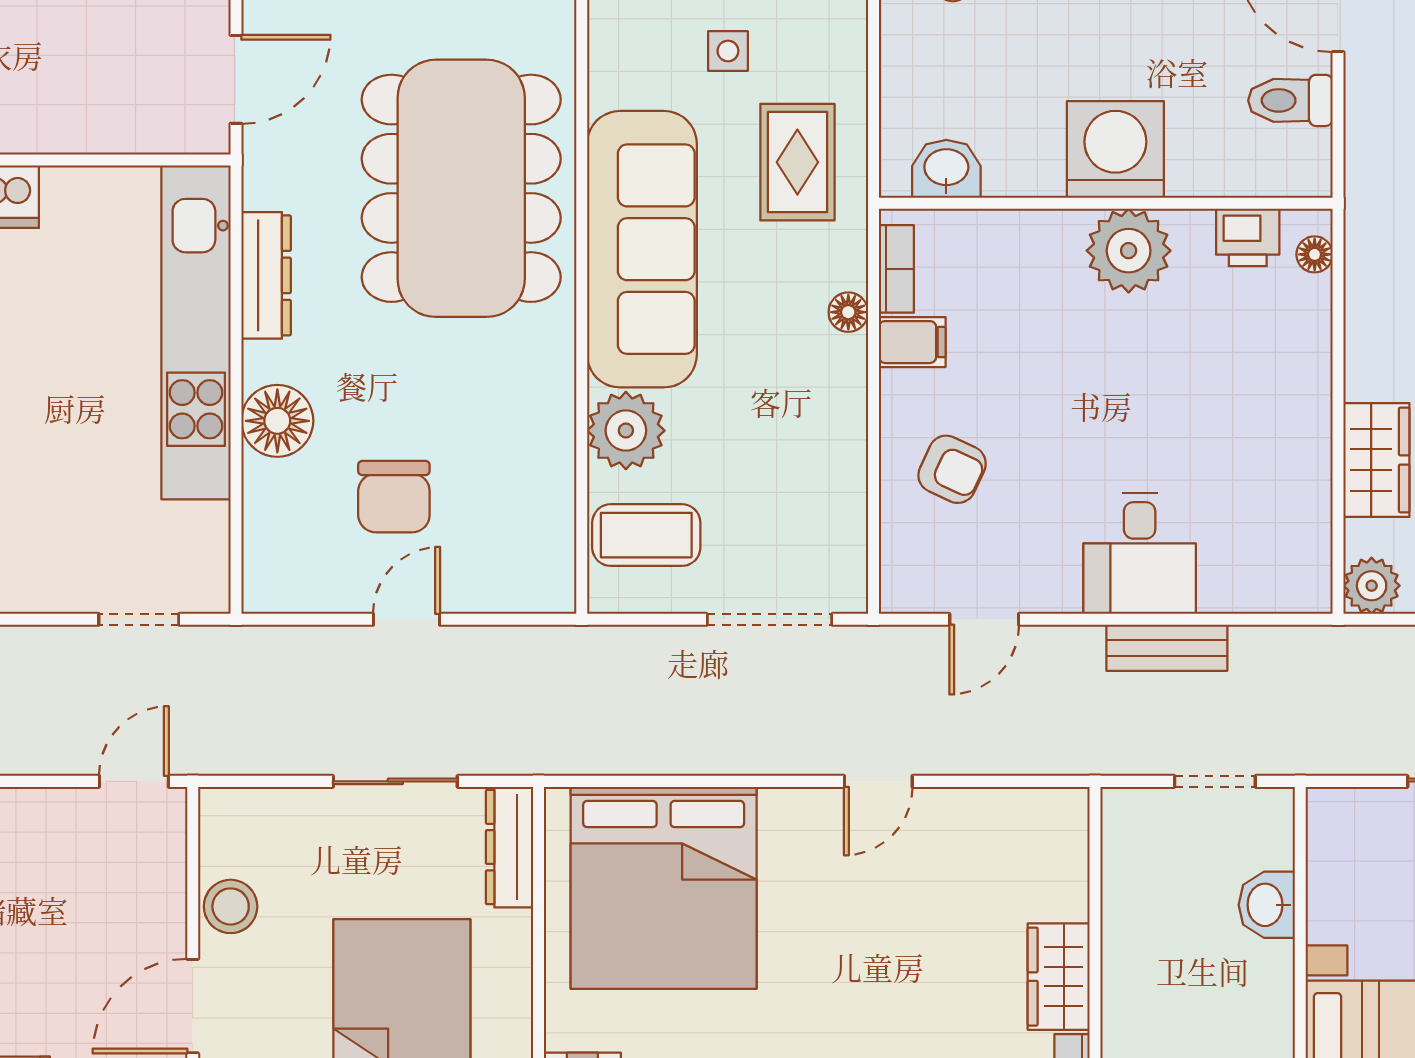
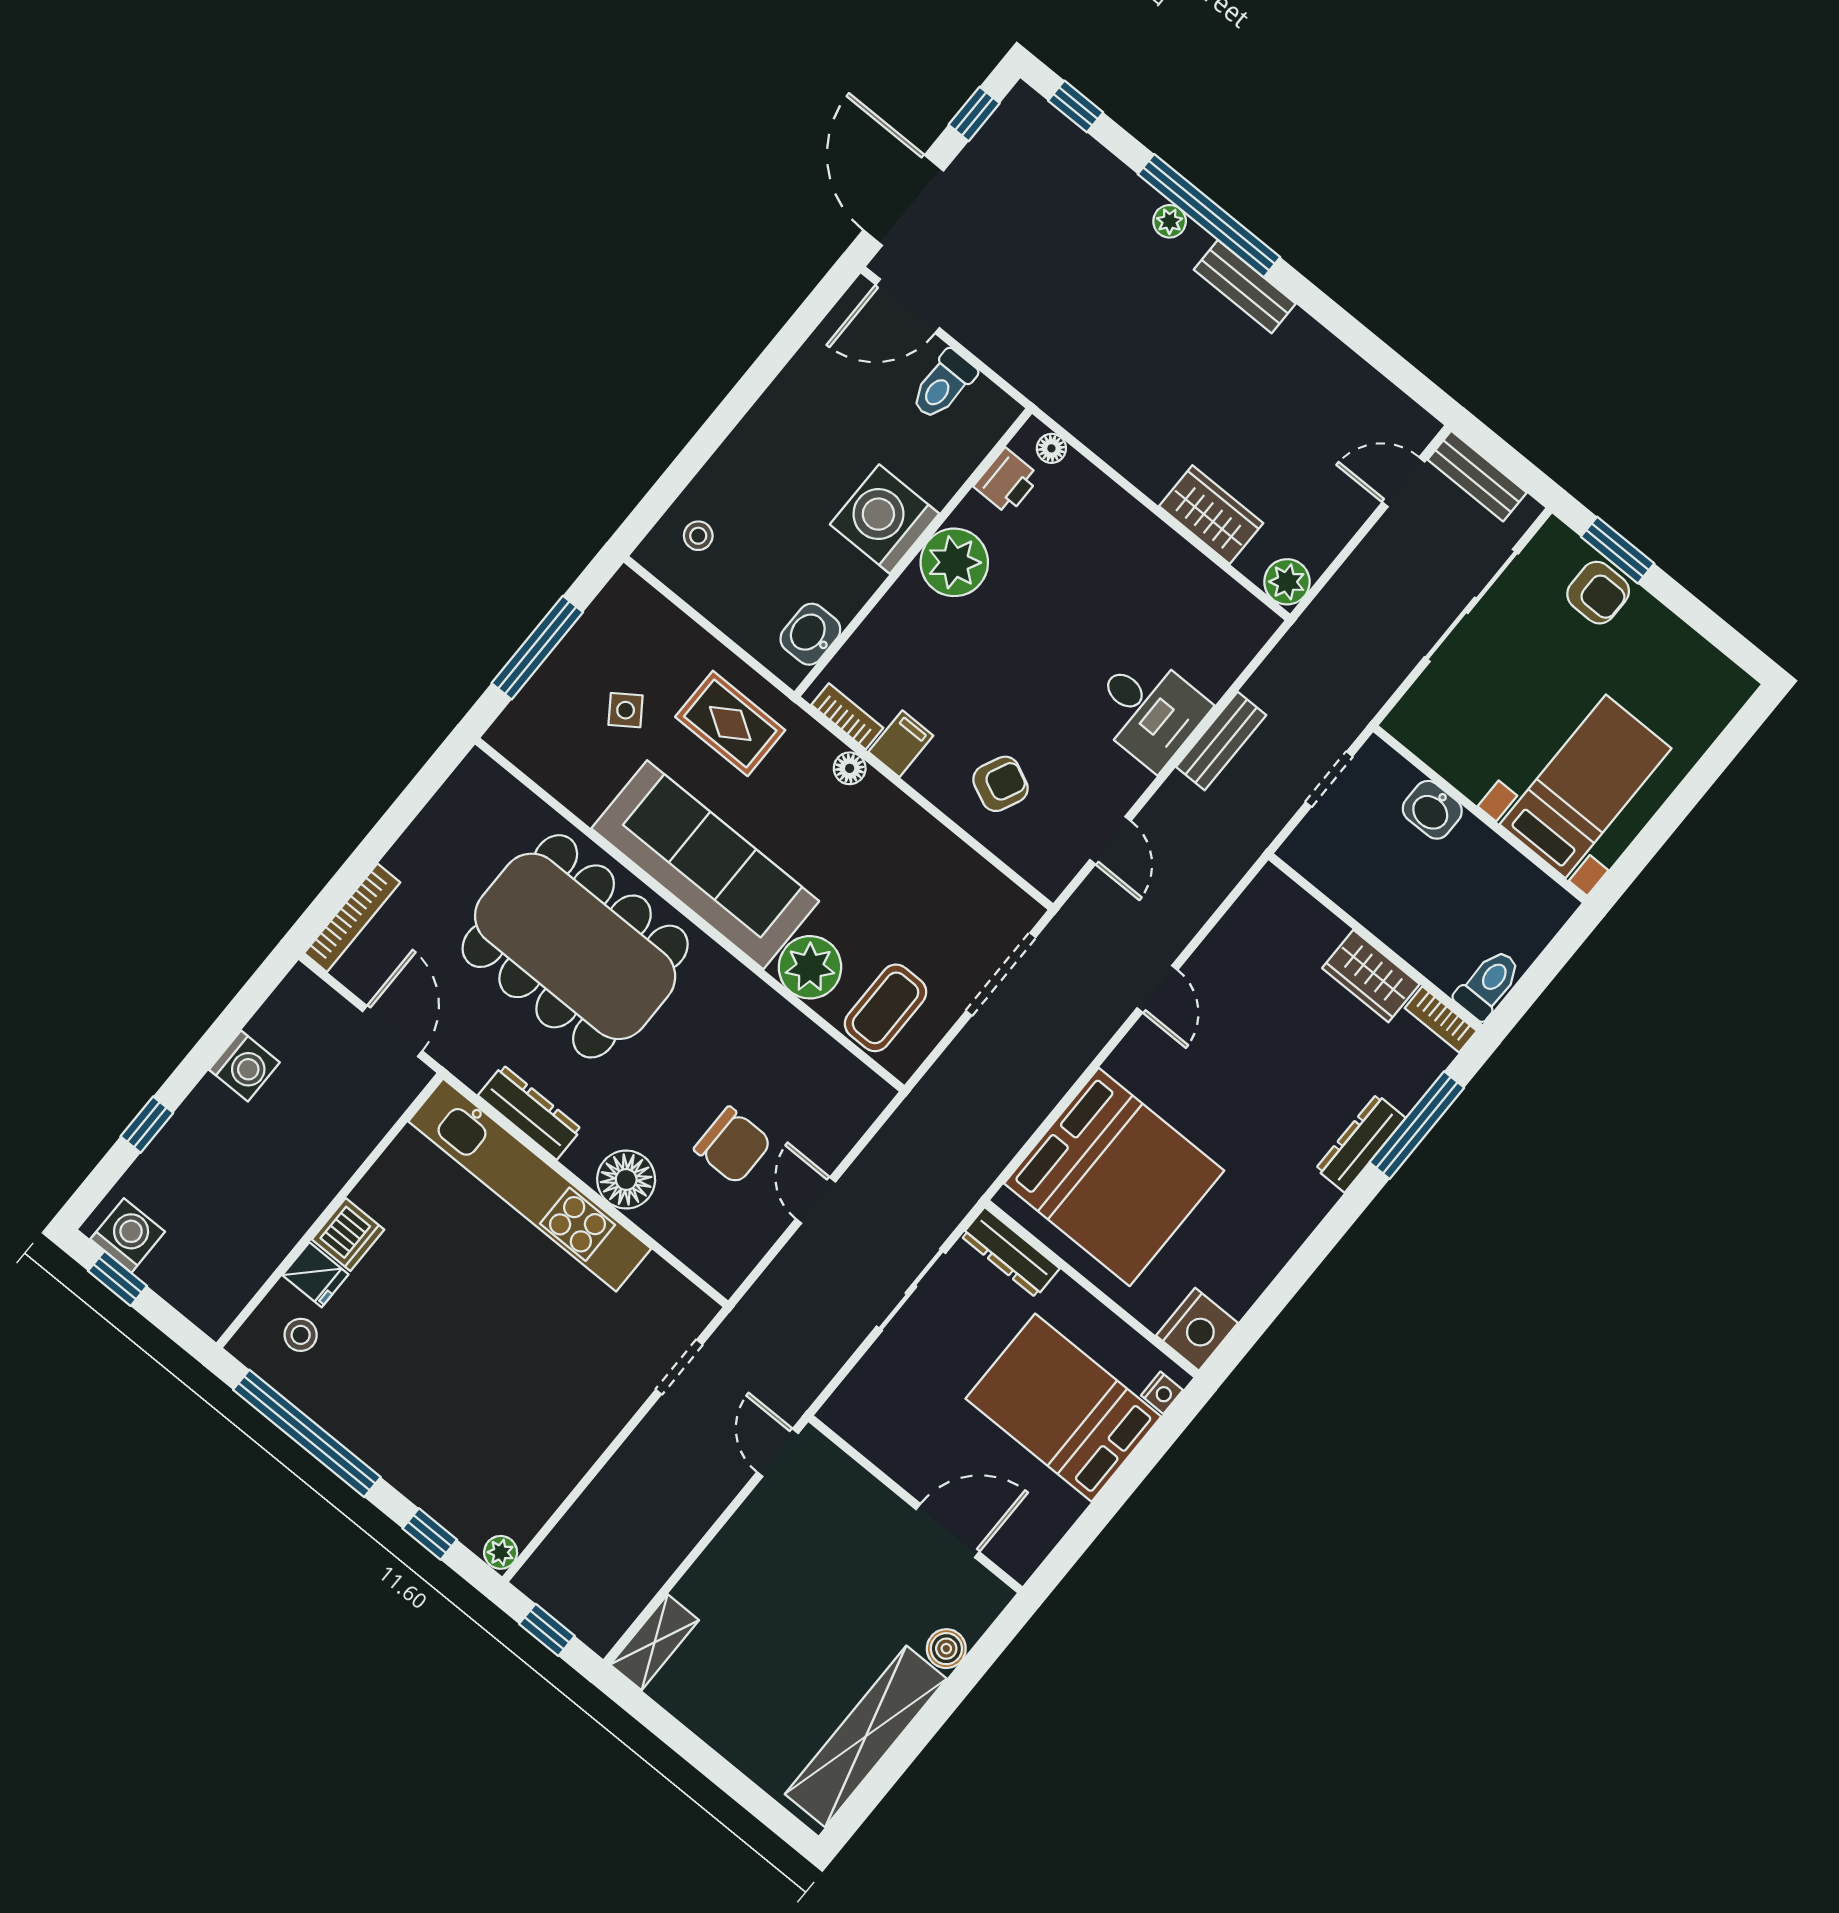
side table: (728, 51) -> (626, 710), turned -35
stool: (231, 906) -> (905, 1456), removed
door: (193, 1006) -> (948, 1531), swing flipped

